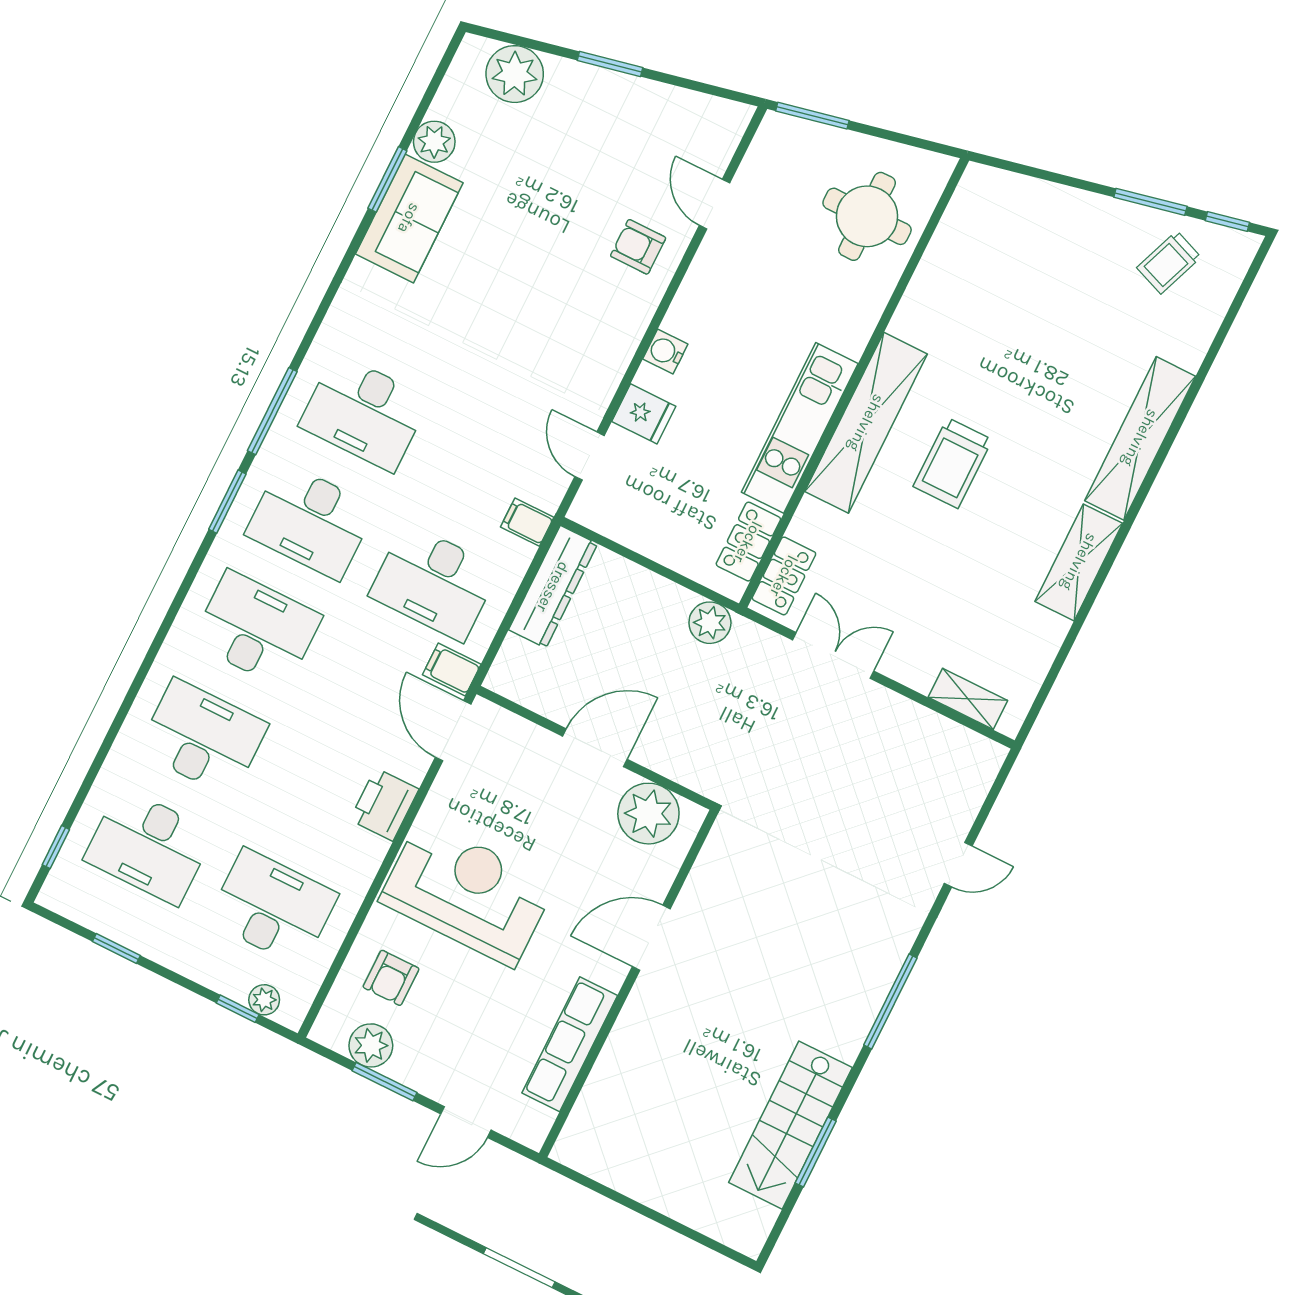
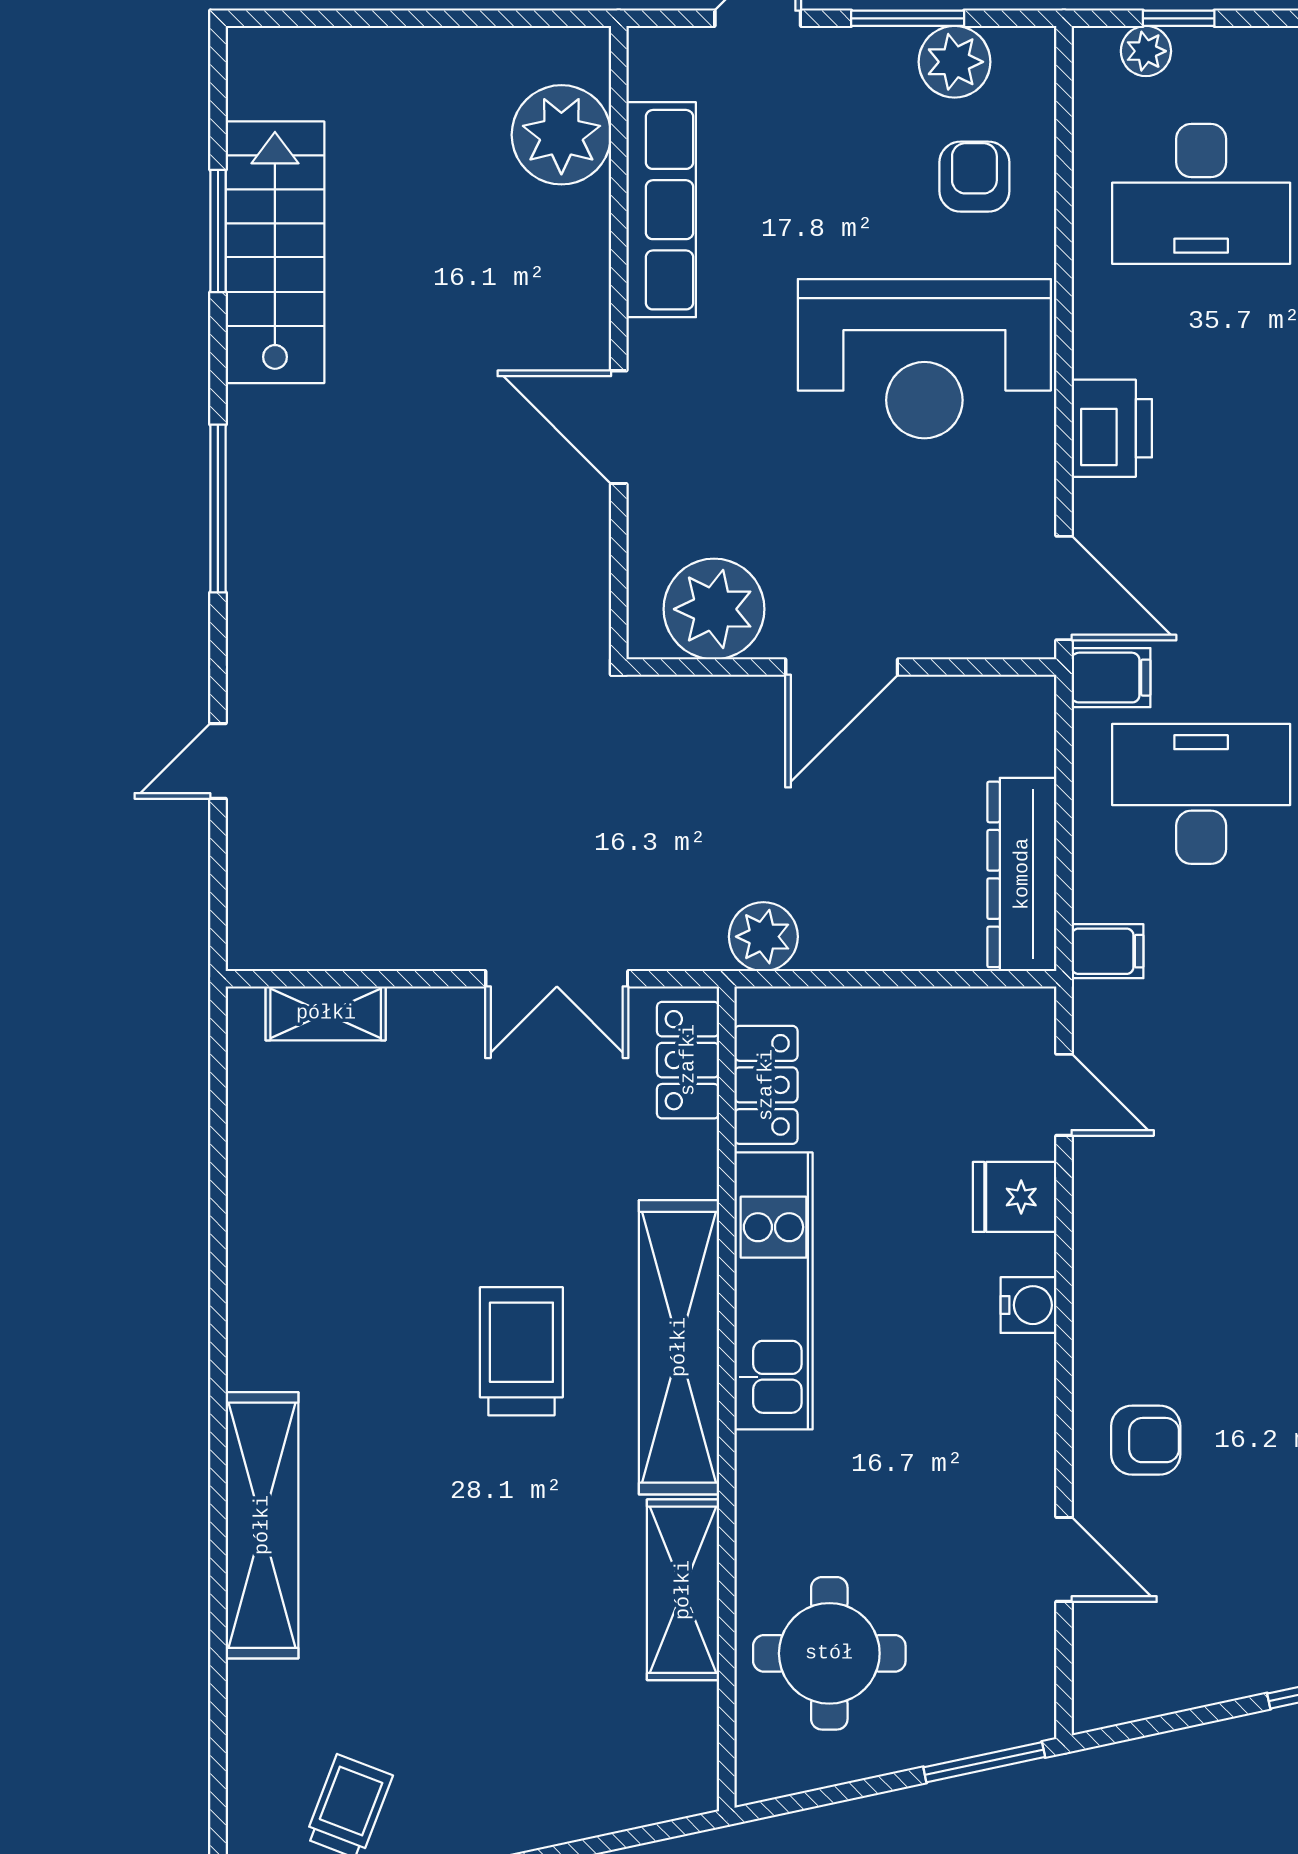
shelving: (1079, 562) -> (683, 1590), moved
door: (651, 938) -> (619, 427), swing flipped
plant: (604, 1112) -> (561, 135), added

